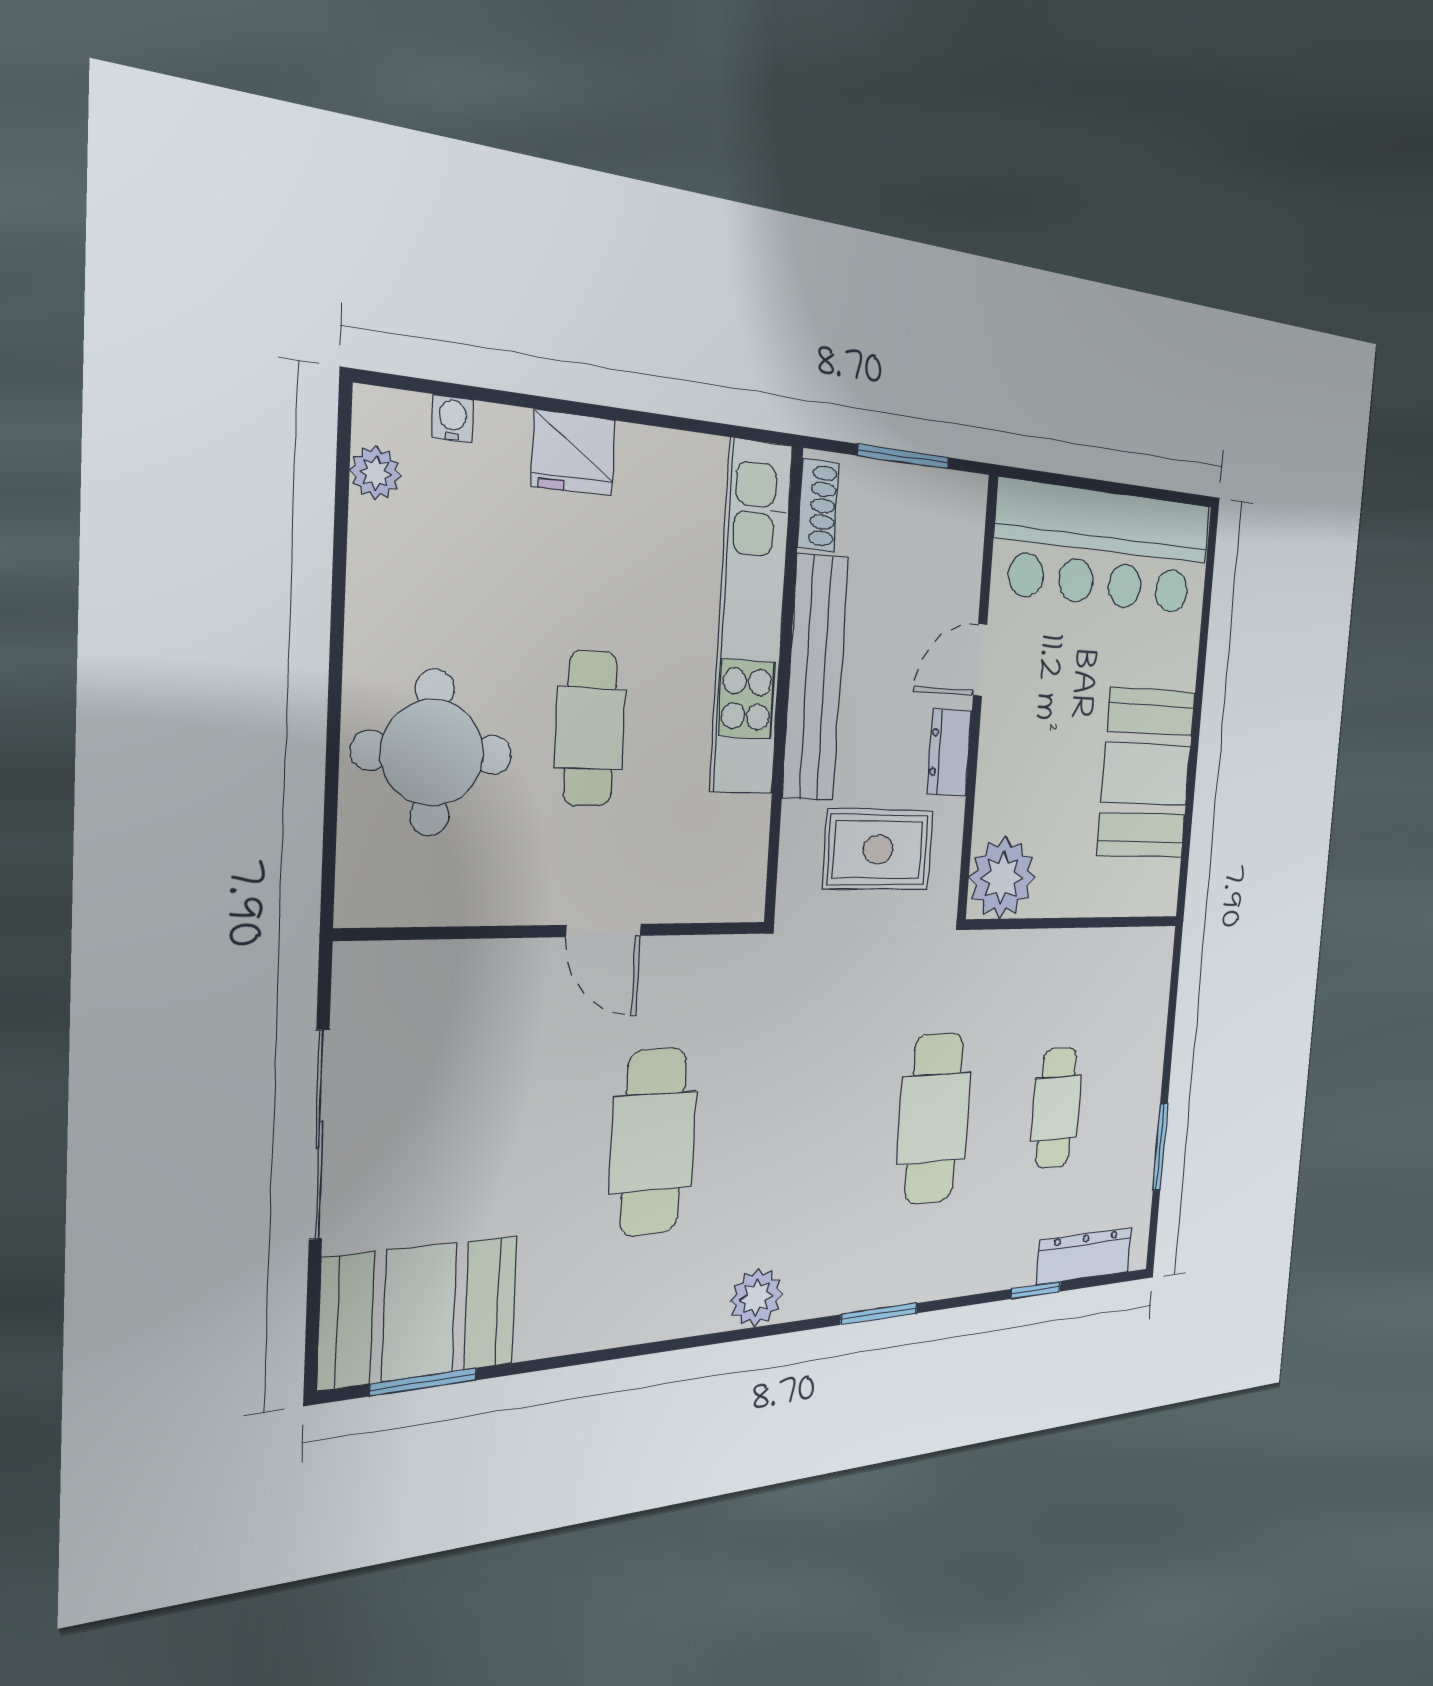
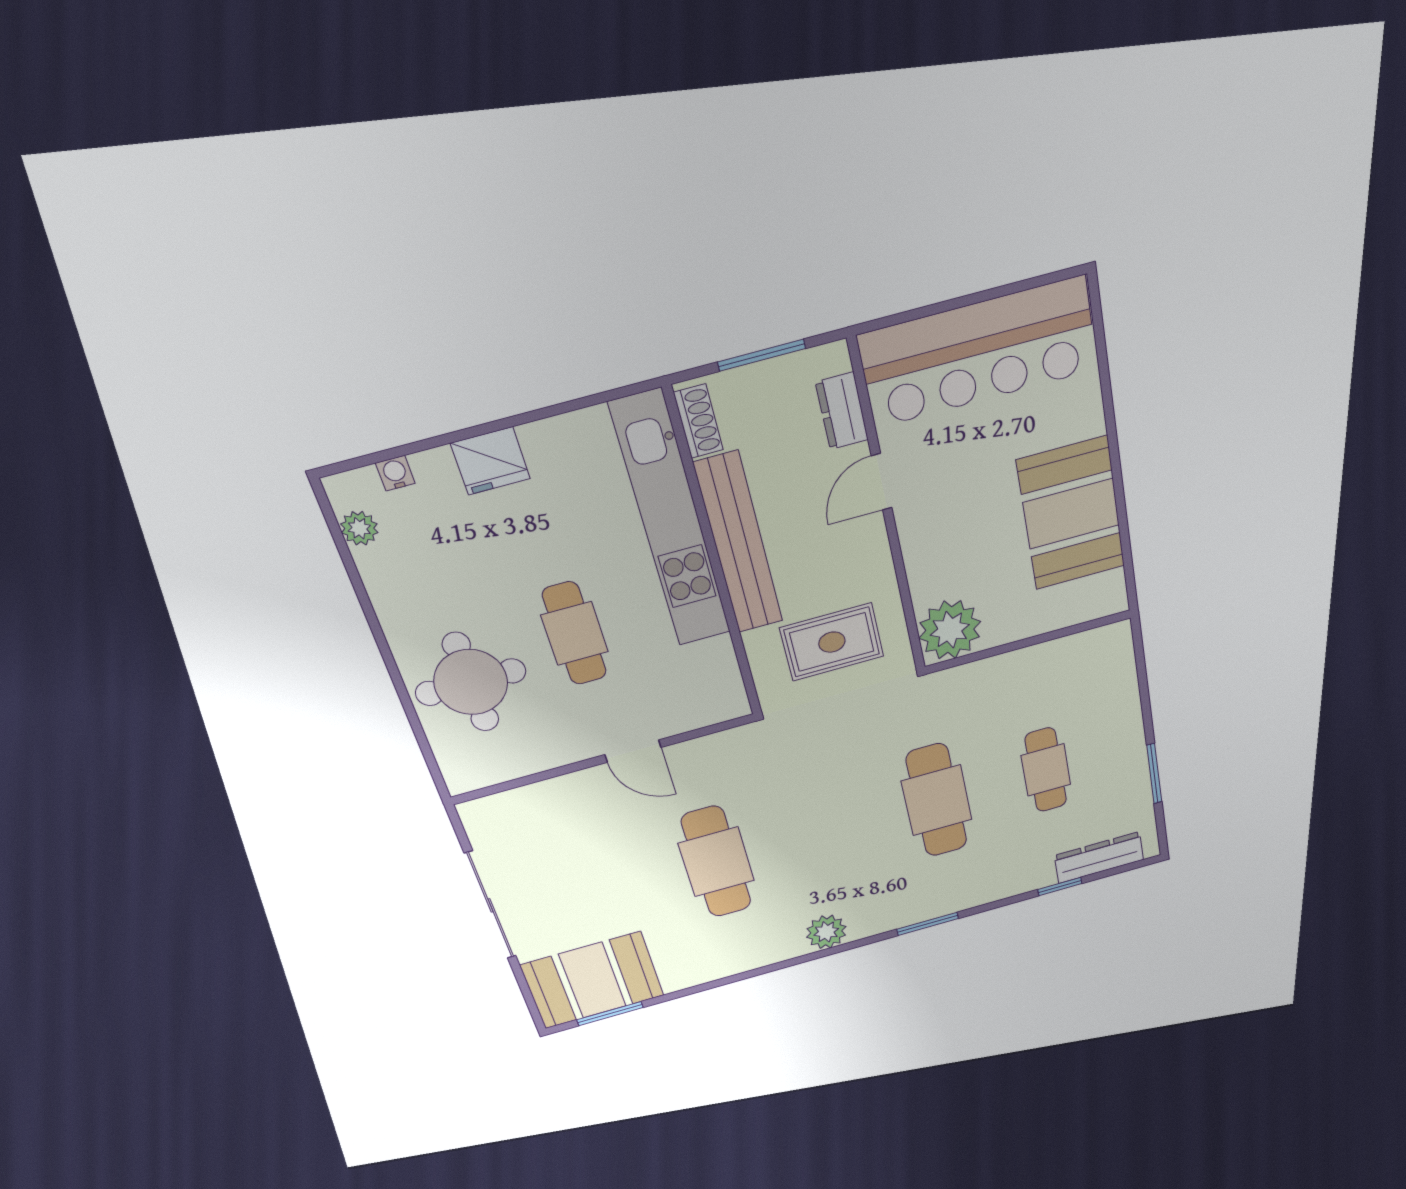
dresser: (949, 753) -> (842, 411), moved

